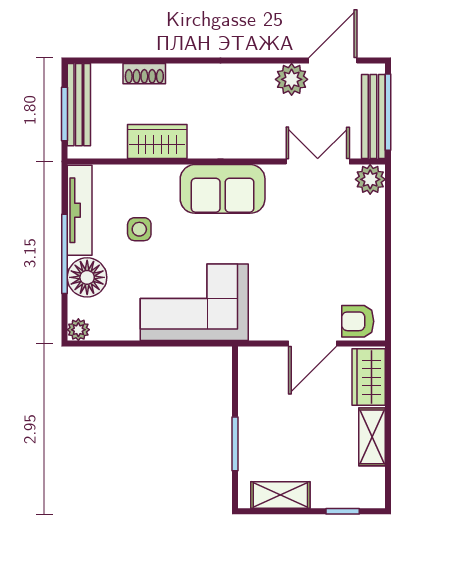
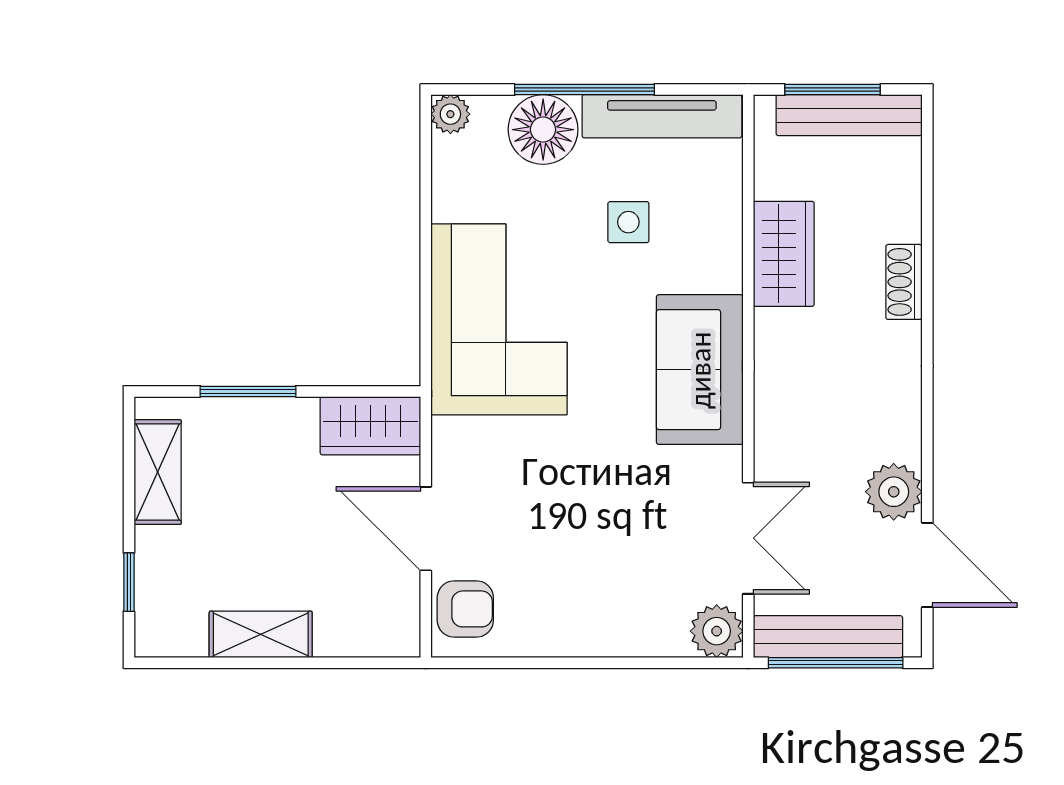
shoe rack: (144, 74) -> (904, 282), moved
armchair: (358, 321) -> (465, 609), turned 90
wardrobe: (369, 377) -> (370, 426), moved, turned 180

